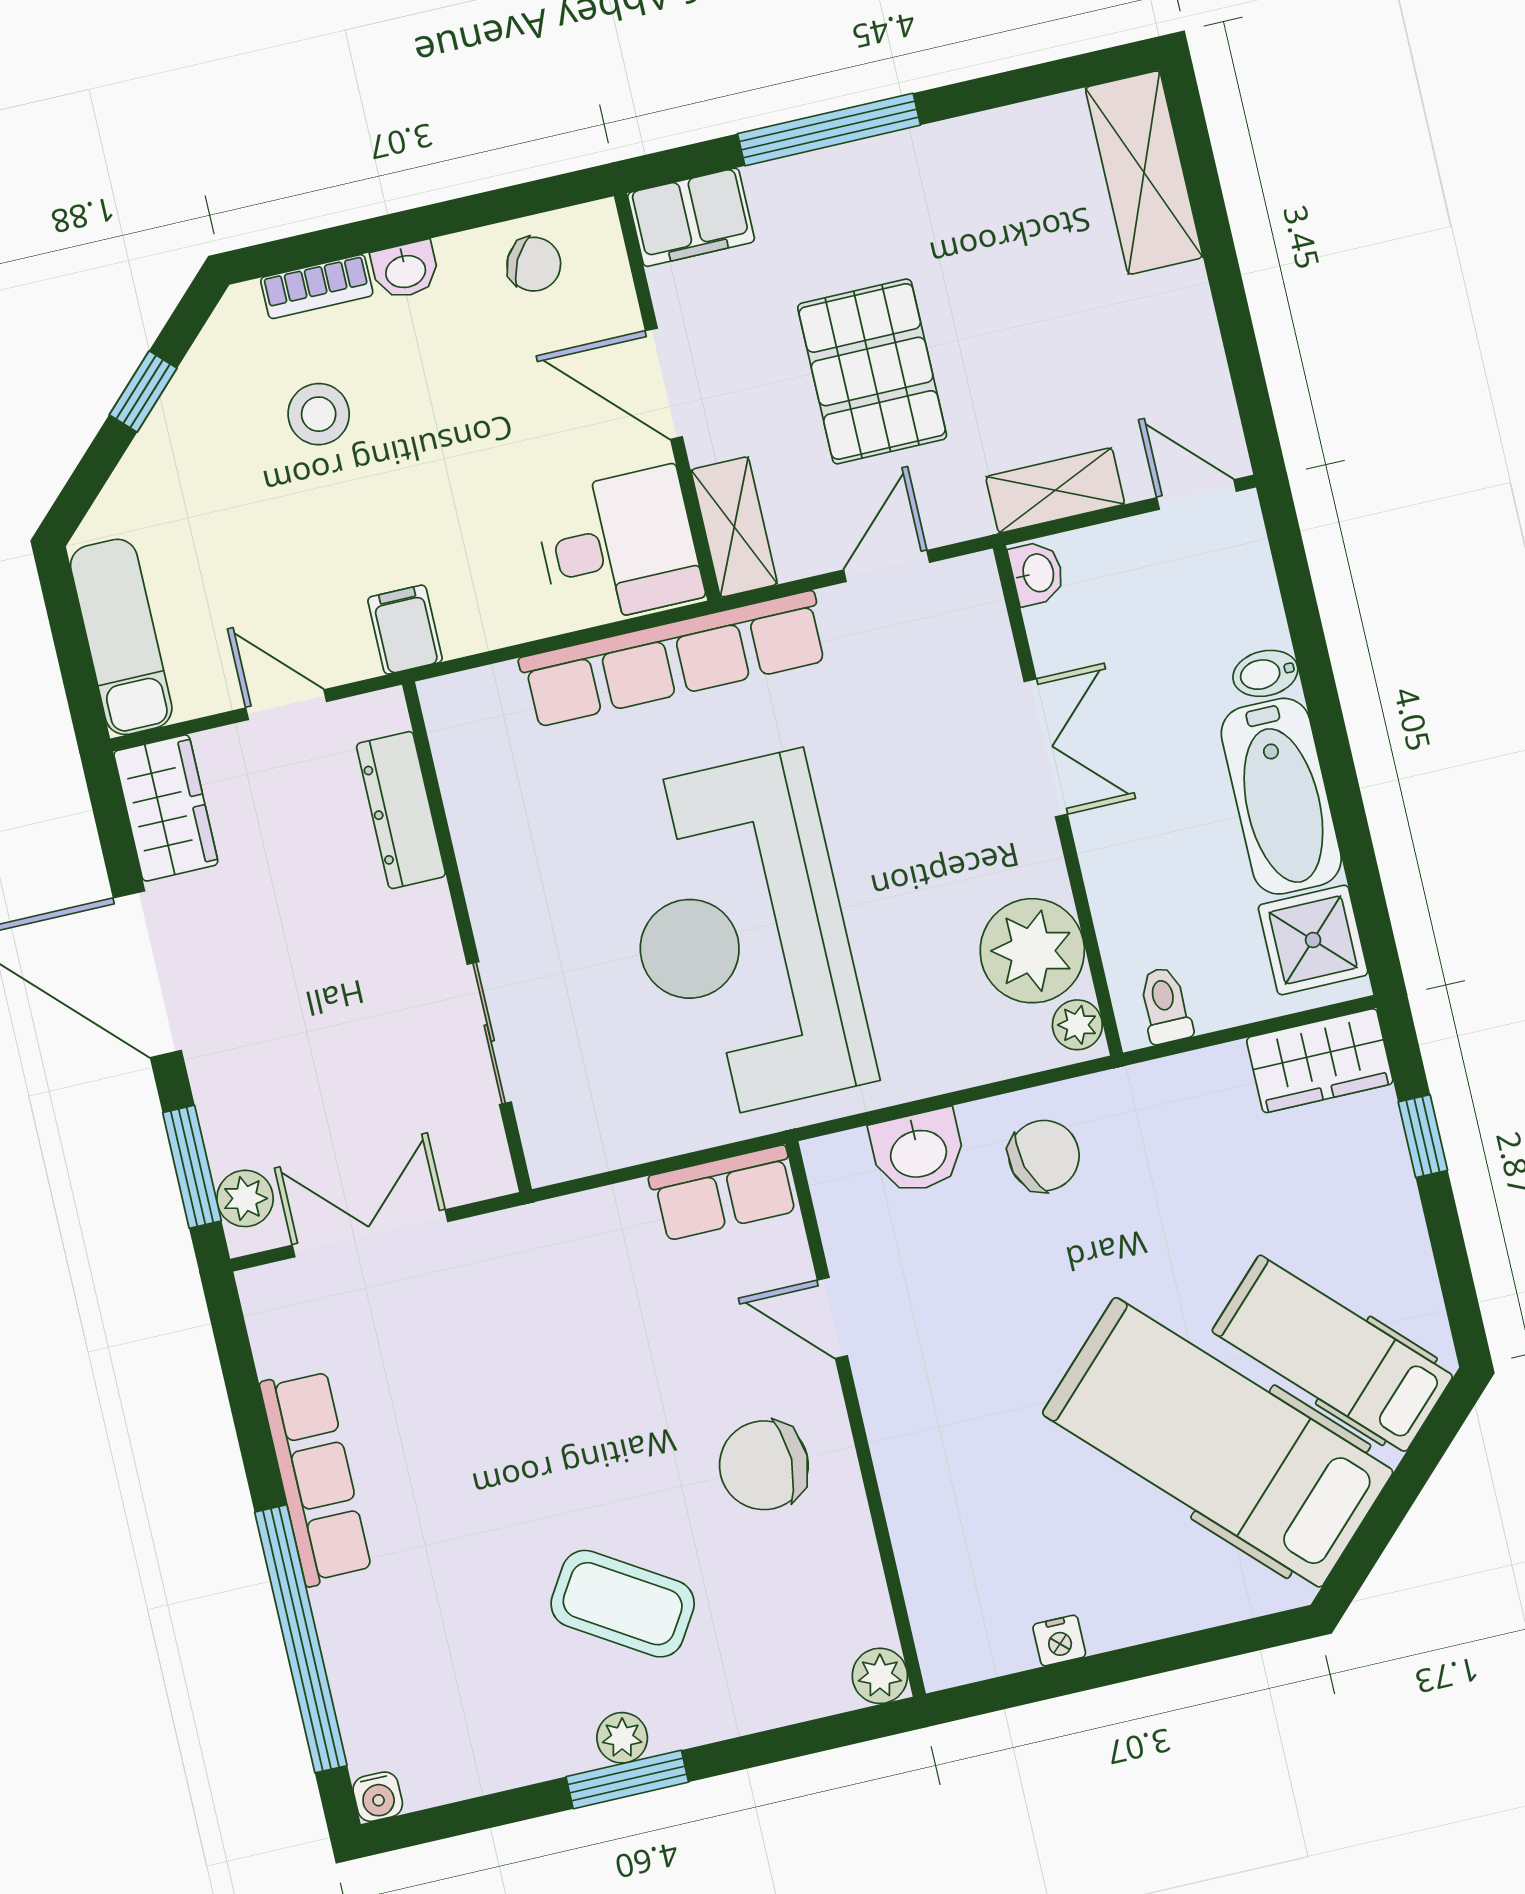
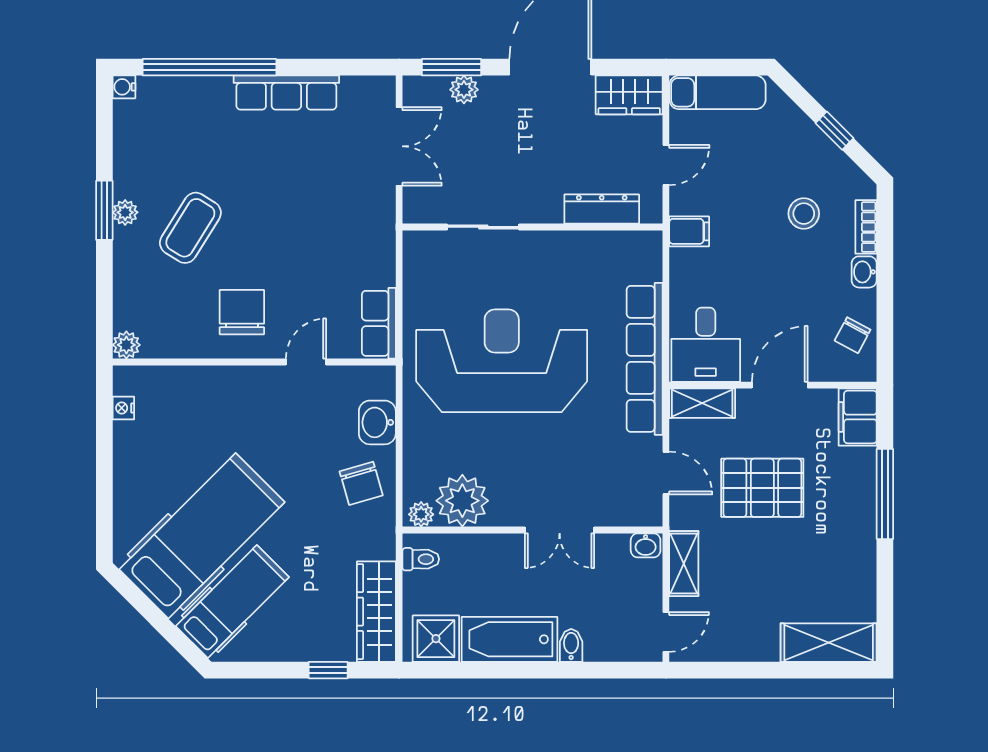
wardrobe: (1320, 1061) -> (376, 612), width x1.50
plant: (245, 1198) -> (464, 90), moved
nightstand: (1059, 1641) -> (123, 408), moved

